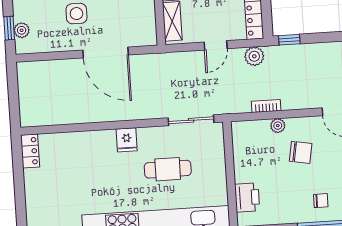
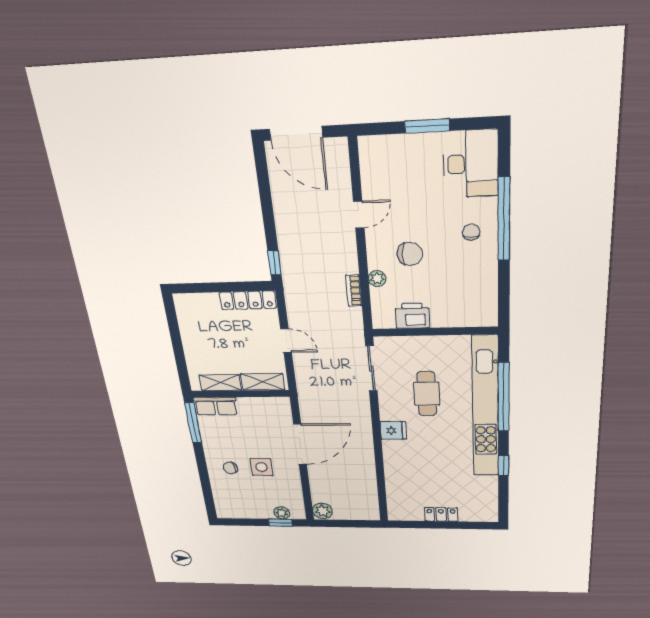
plant: (254, 56) -> (322, 511), moved
locker: (30, 151) -> (441, 514), moved
chair: (301, 152) -> (410, 254), turned 80
printer: (247, 197) -> (412, 316), moved

